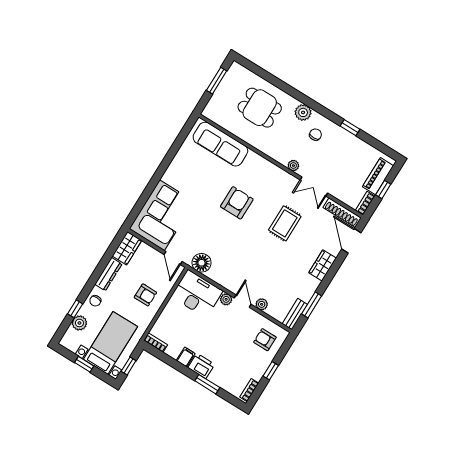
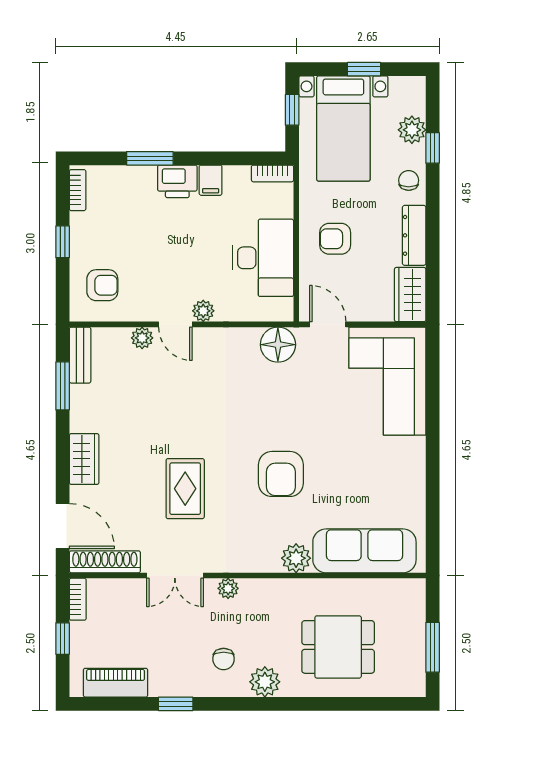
plant: (254, 160) -> (296, 558), added
piano: (378, 176) -> (116, 683), moved, turned -90
double door: (314, 186) -> (175, 576), swing flipped
desk: (197, 294) -> (263, 258), moved, turned -90

